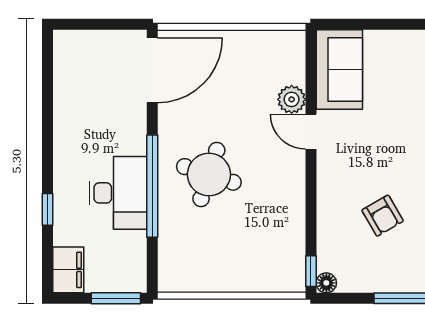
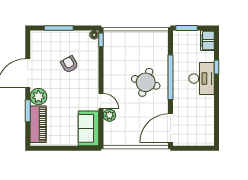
desk: (118, 193) -> (202, 79), moved, turned 180

